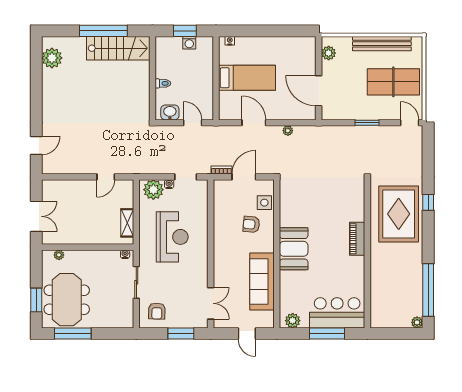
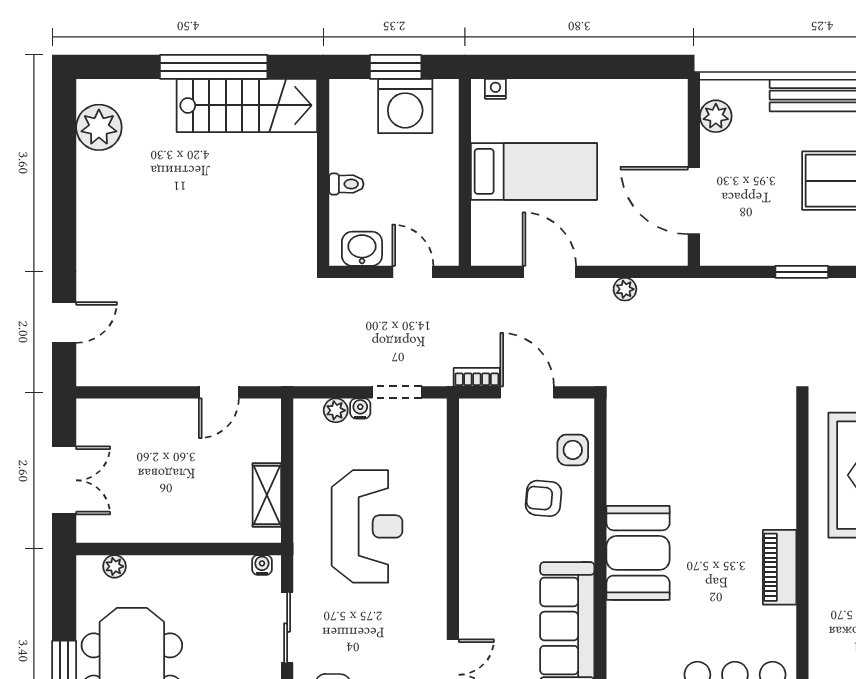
washing machine: (189, 43) -> (405, 106), width x1.89, depth x1.89
door: (244, 177) -> (527, 392), hinge flipped
plant: (153, 190) -> (336, 410), width x0.53, depth x0.53
piano: (357, 239) -> (780, 567), moved

